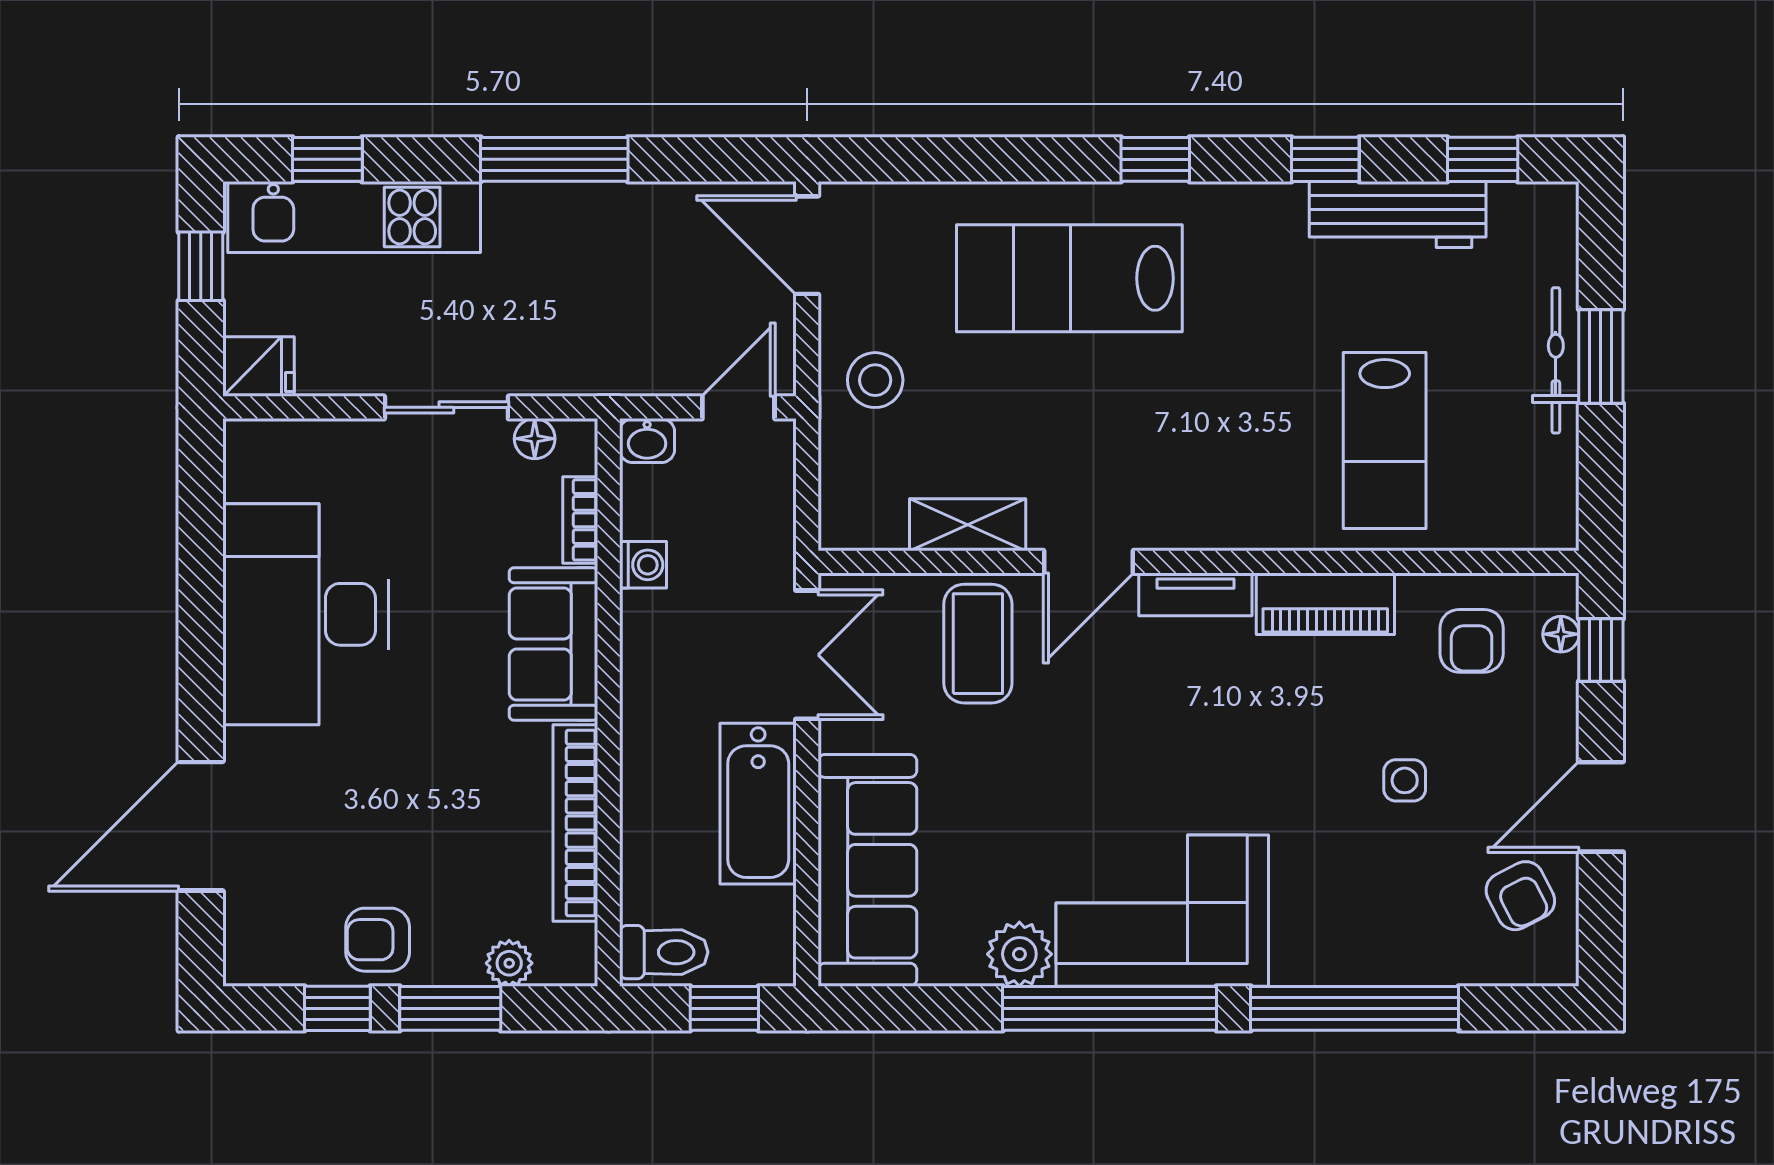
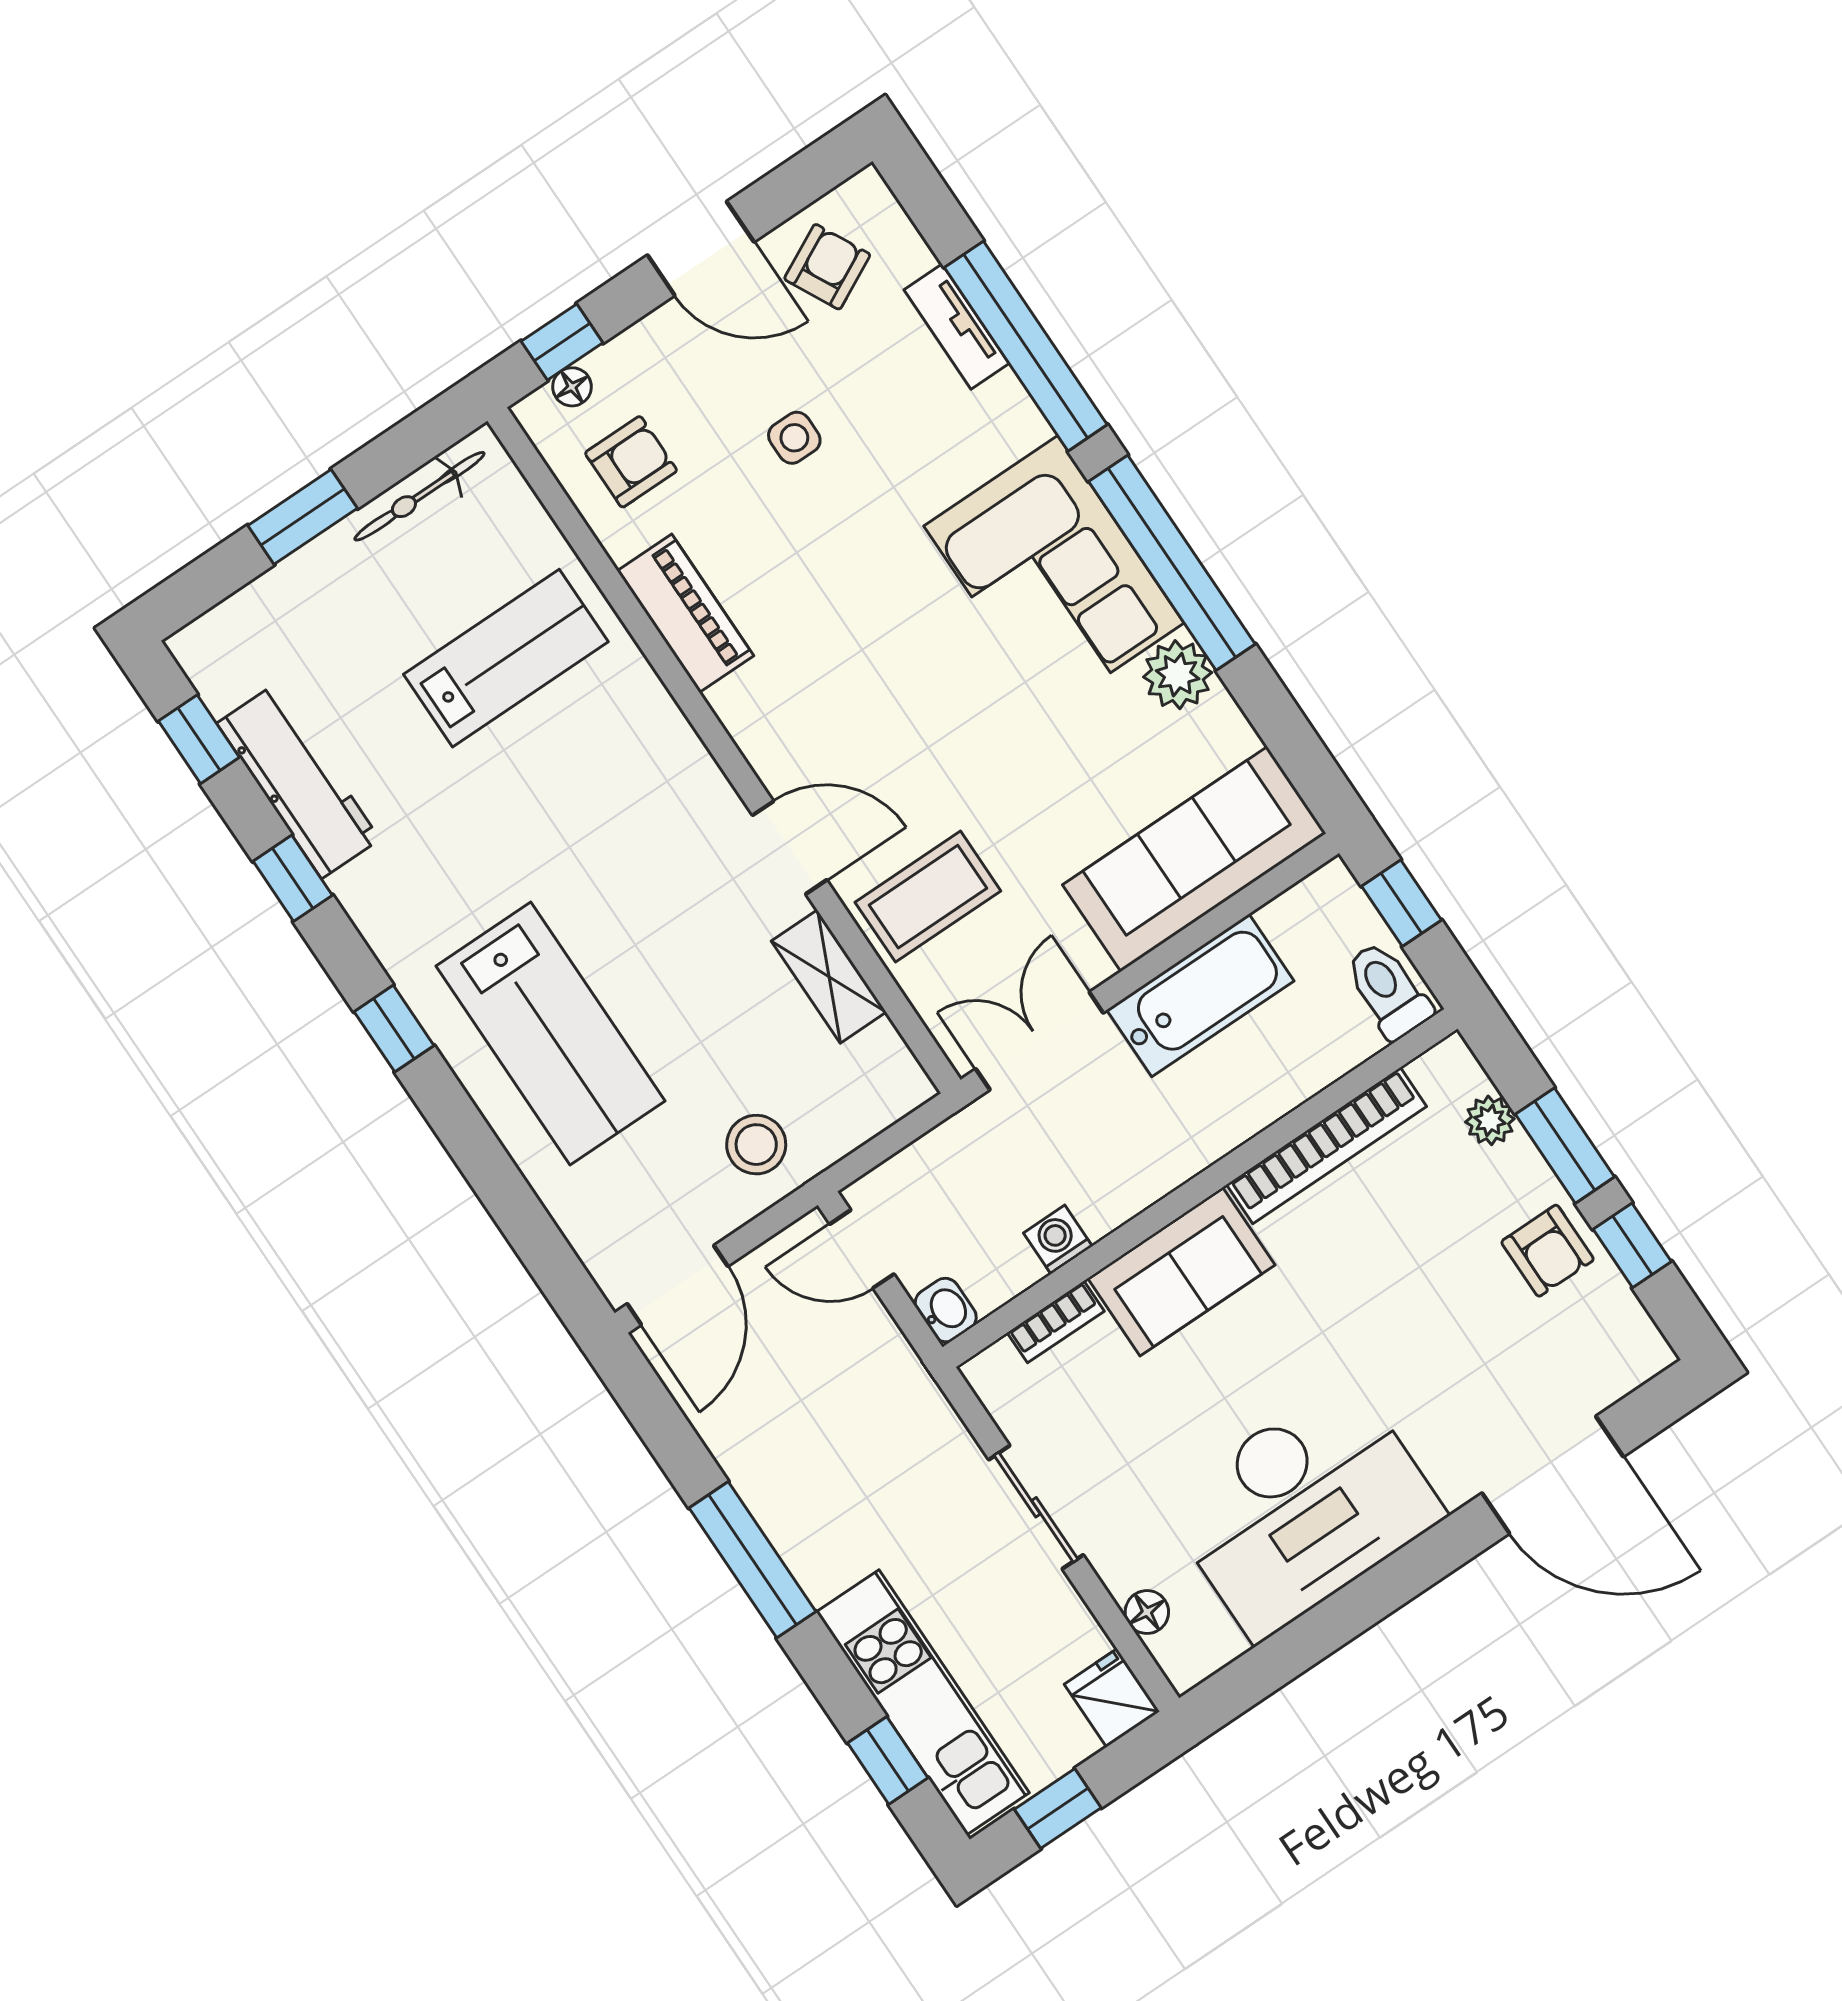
bicycle: (1556, 360) -> (419, 496), moved
floor lamp: (535, 439) -> (1147, 1612), moved
tv unit: (1195, 594) -> (956, 327), moved, turned 180

